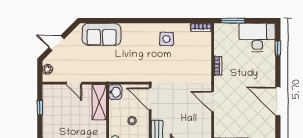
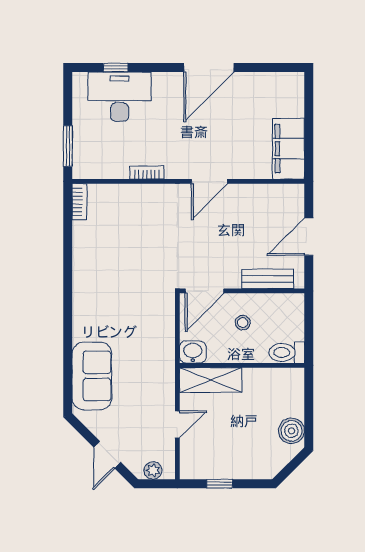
desk: (257, 37) -> (120, 97), moved, turned 90
side table: (166, 39) -> (100, 262), removed

